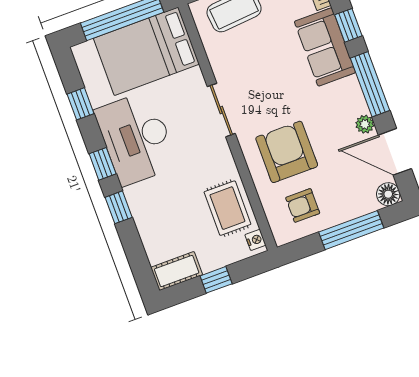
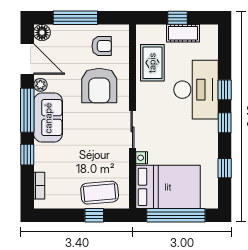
sofa: (325, 47) -> (48, 118), moved
desk: (136, 138) -> (196, 90), moved
nightstand: (255, 240) -> (142, 158), moved
cot: (177, 271) -> (183, 33), moved

